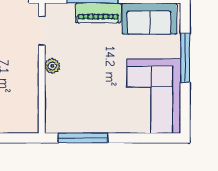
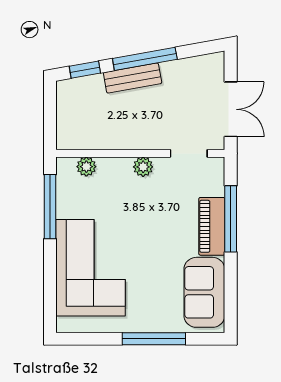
corner sofa: (154, 96) -> (91, 268), moved, turned 90
plant: (52, 110) -> (86, 167), added

